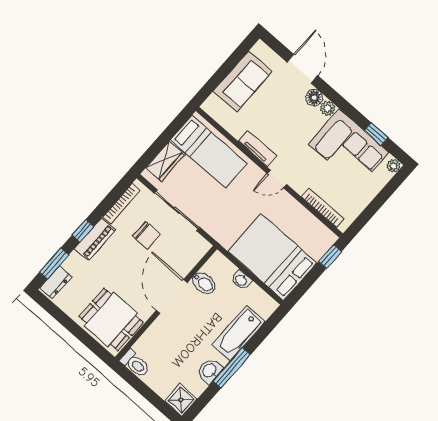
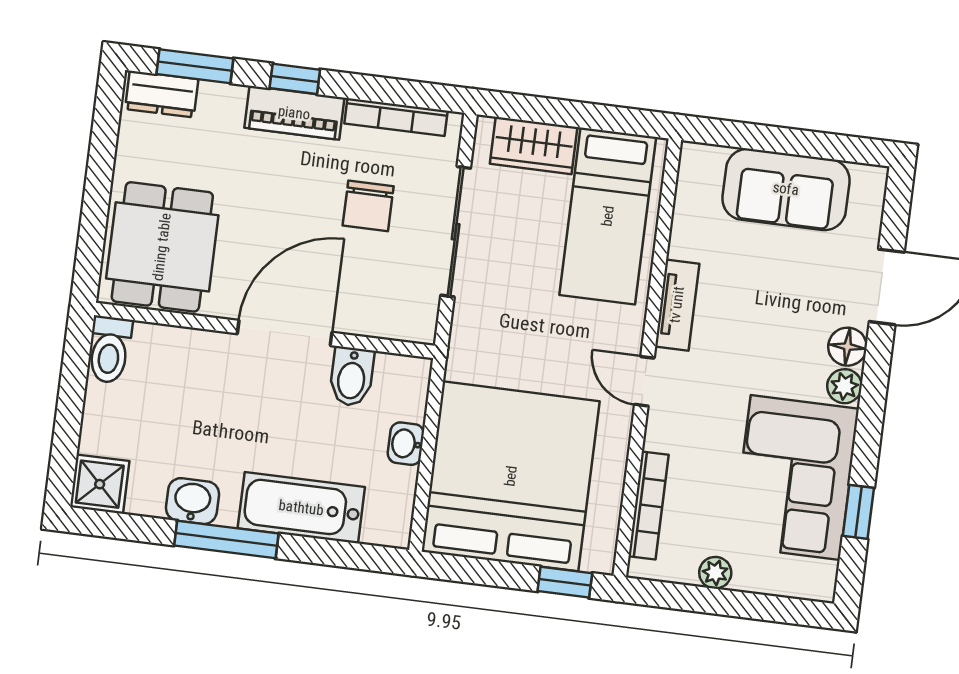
plant: (394, 166) -> (715, 573), moved
bed: (272, 257) -> (511, 476), width x1.36

